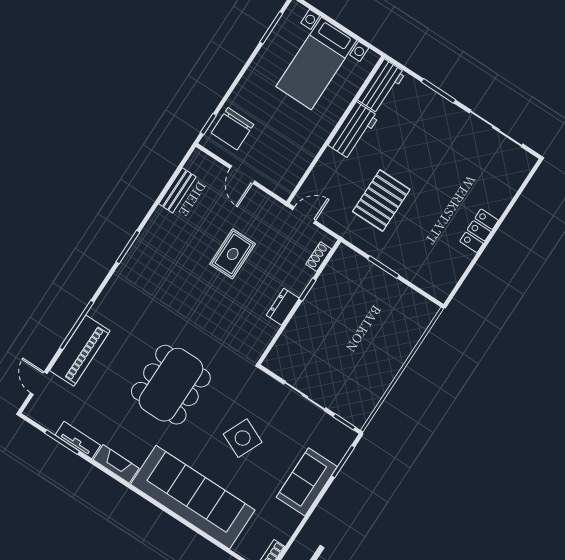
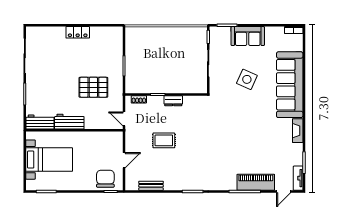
chair: (232, 129) -> (105, 179), turned -90
dining table: (171, 385) -> (244, 129), removed
tv unit: (78, 440) -> (298, 178), moved

